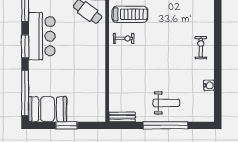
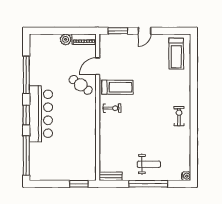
bar counter: (42, 36) -> (41, 114), width x1.36
water cooler: (209, 85) -> (186, 176), moved
booth: (48, 109) -> (46, 170), removed
window: (67, 125) -> (79, 184), moved

